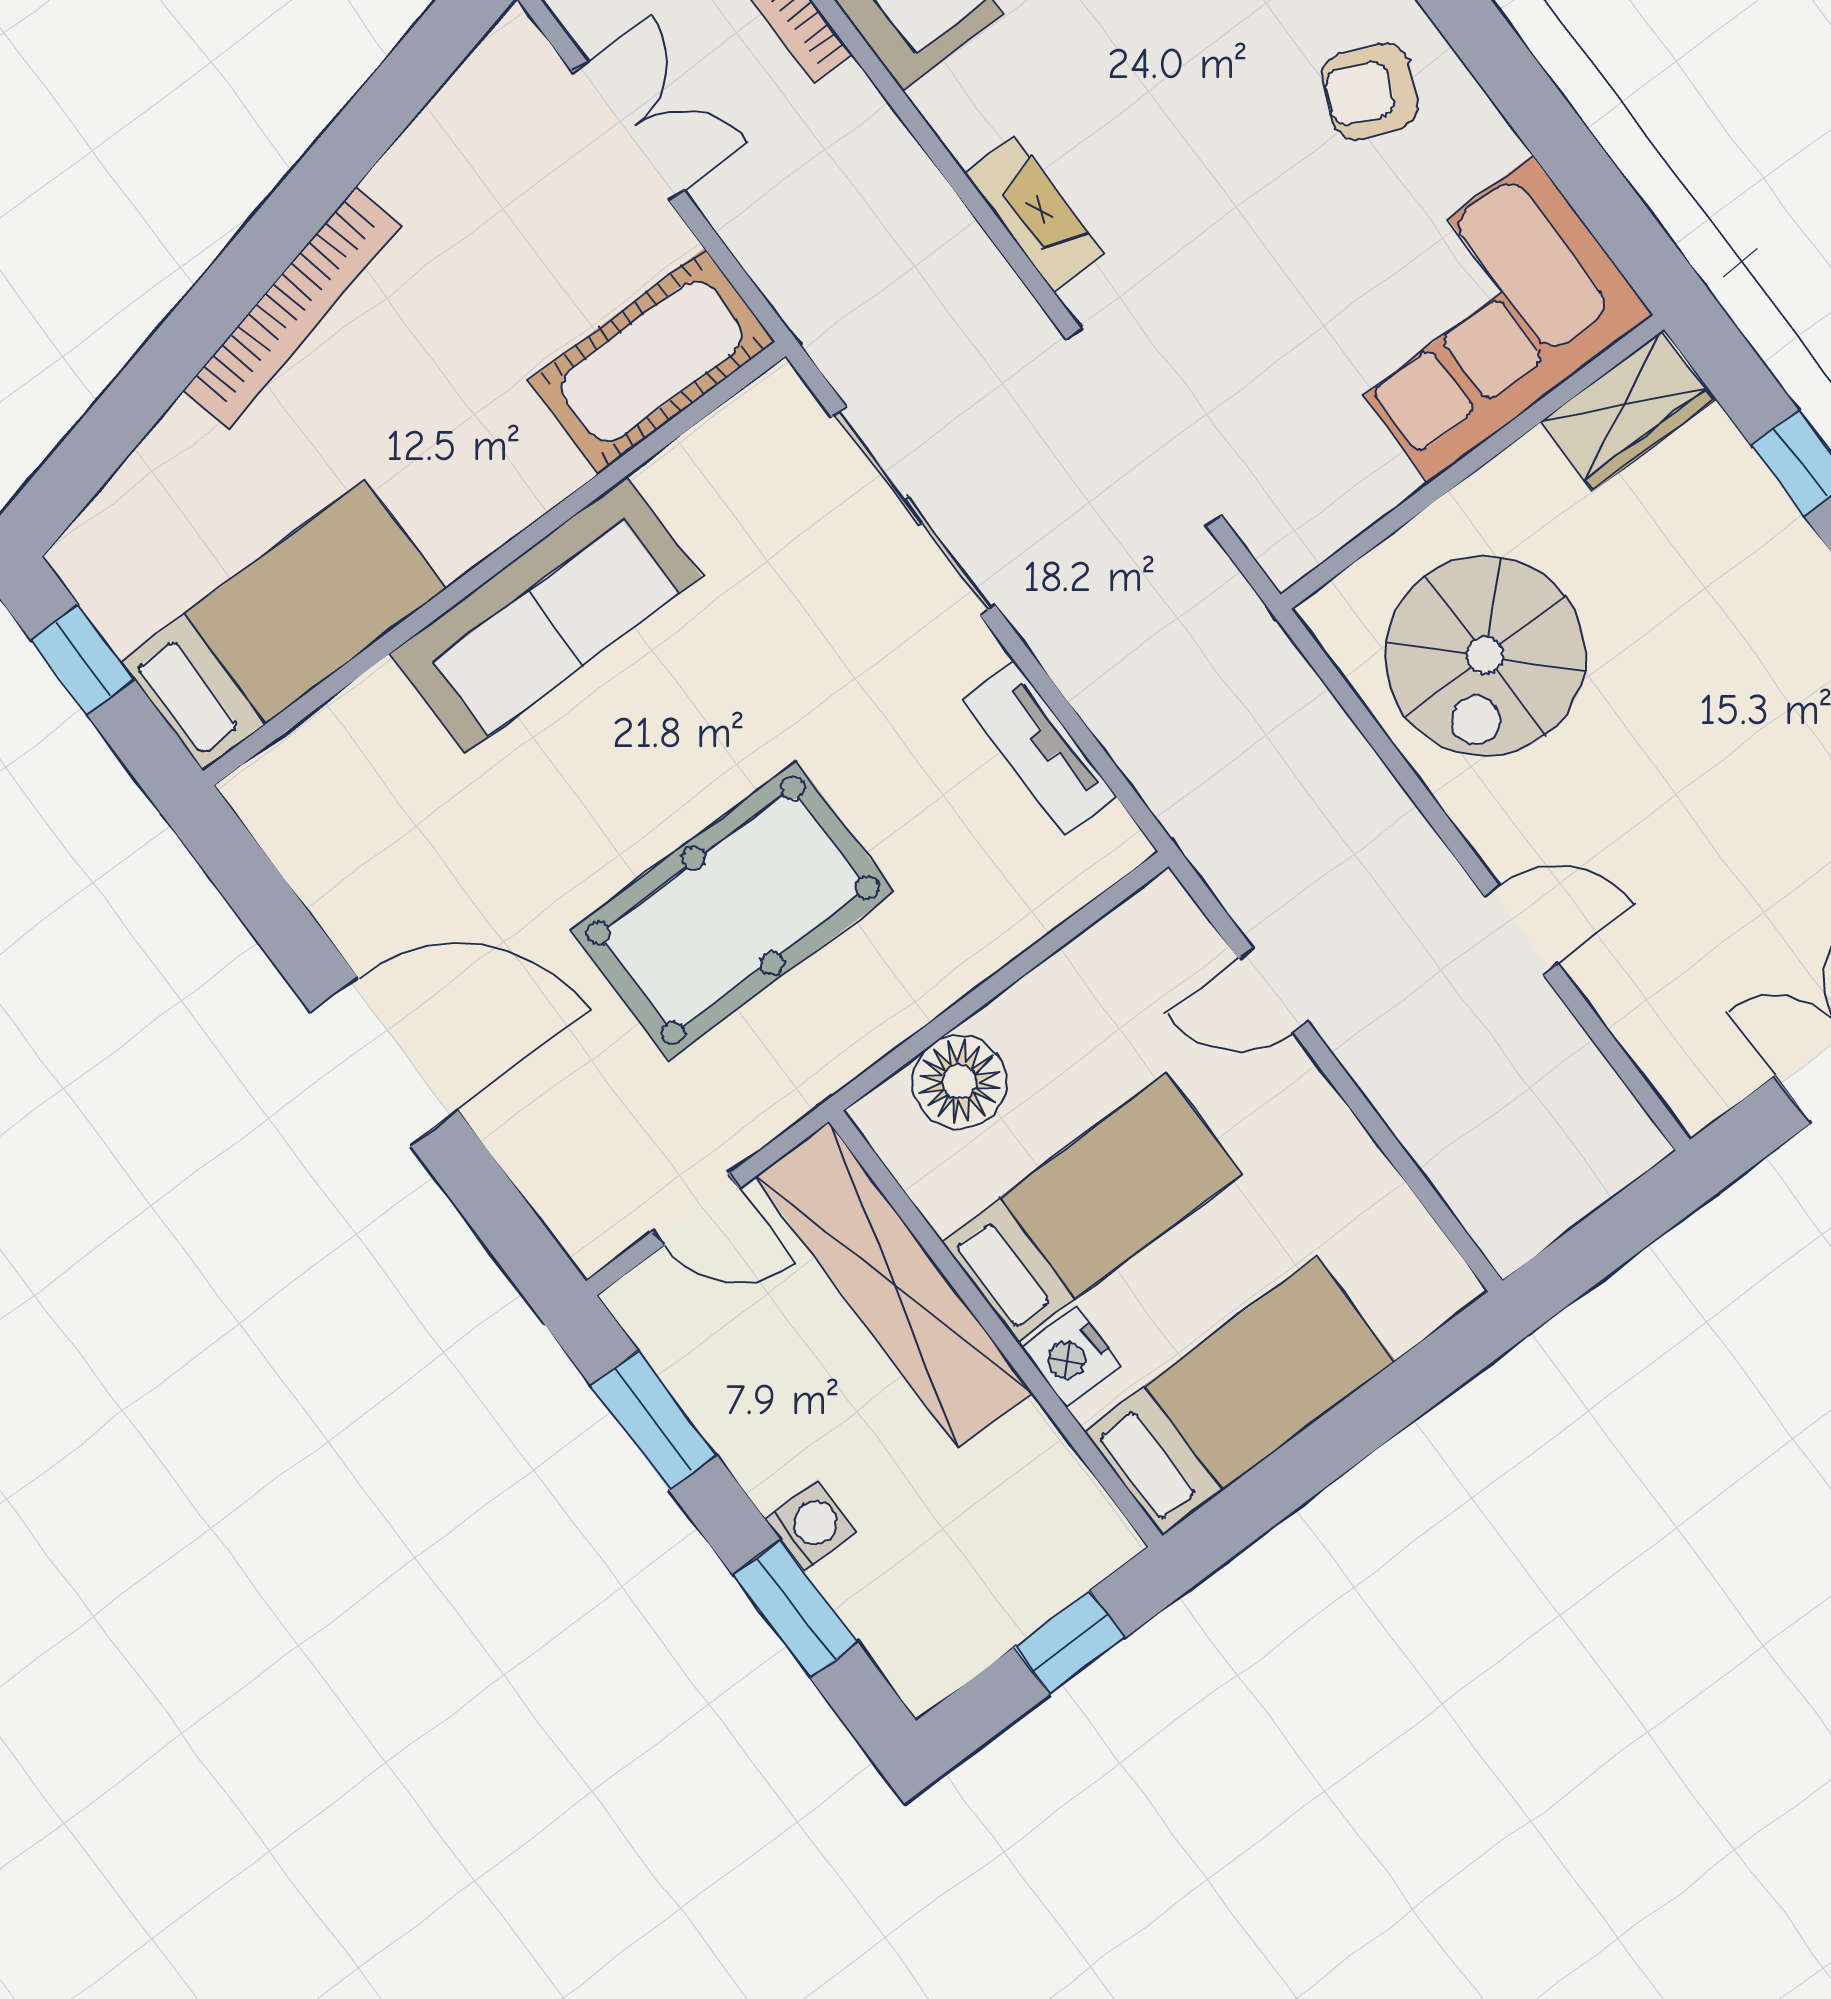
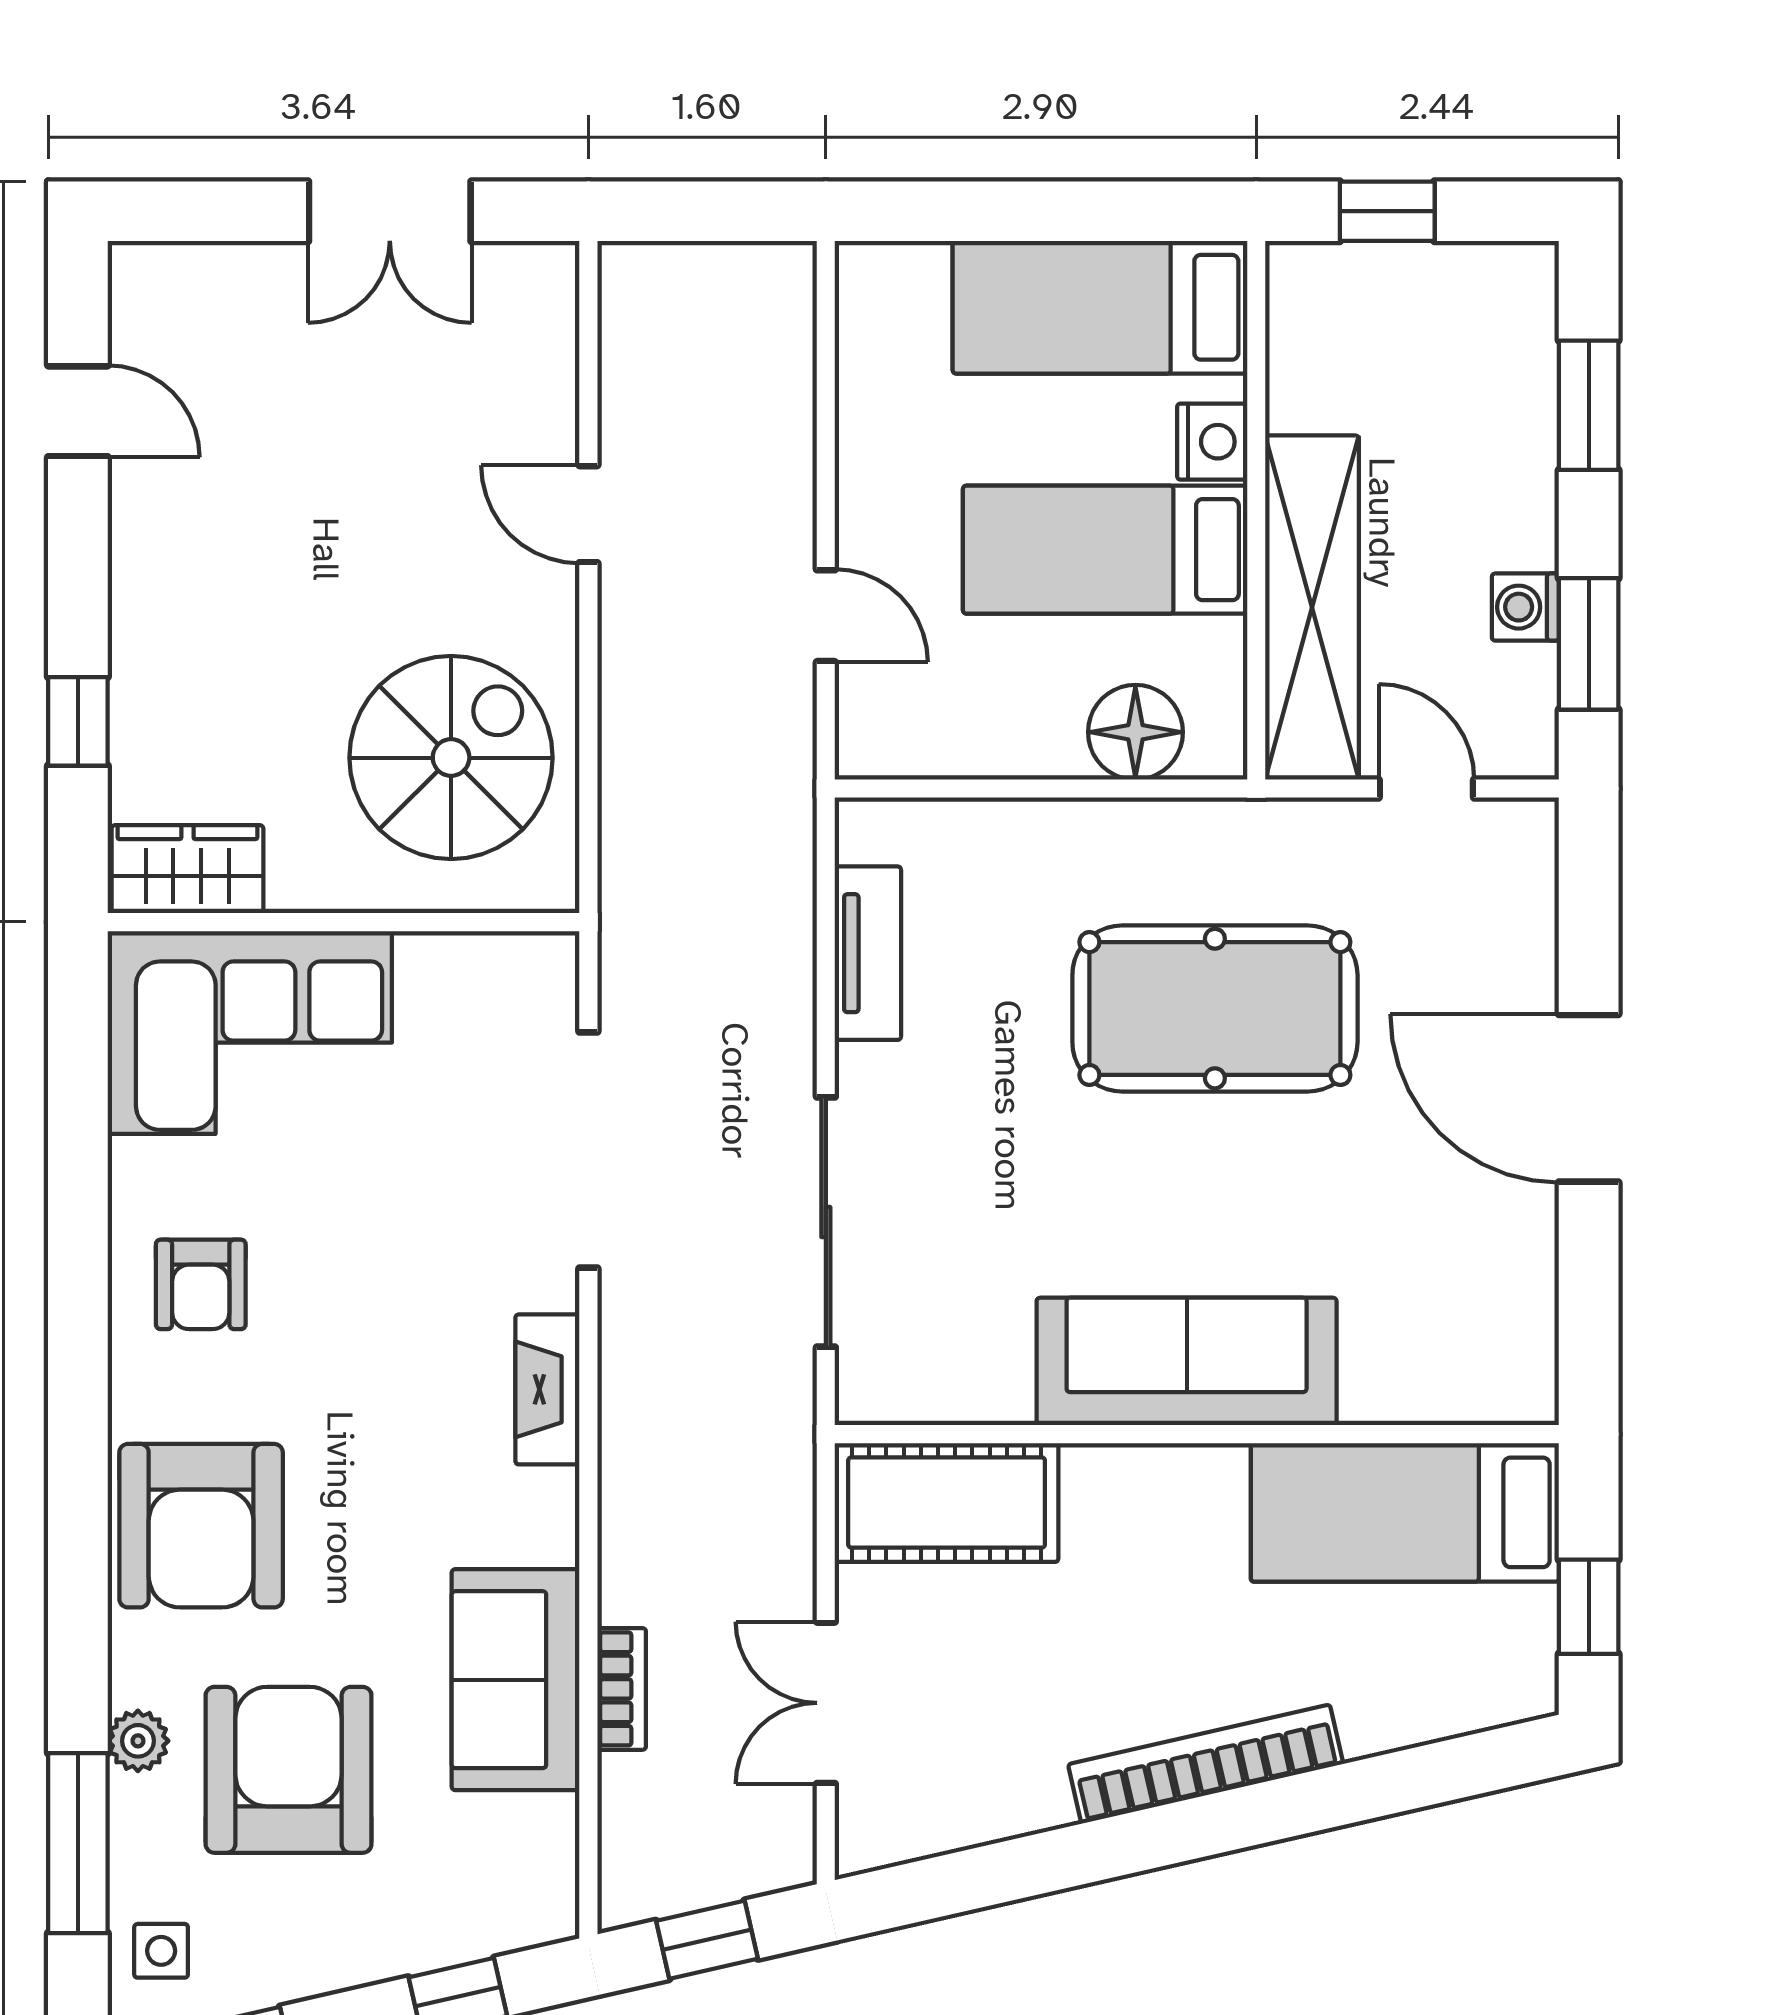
armchair: (1370, 91) -> (201, 1284), turned 66
washing machine: (811, 1526) -> (1525, 607), moved

